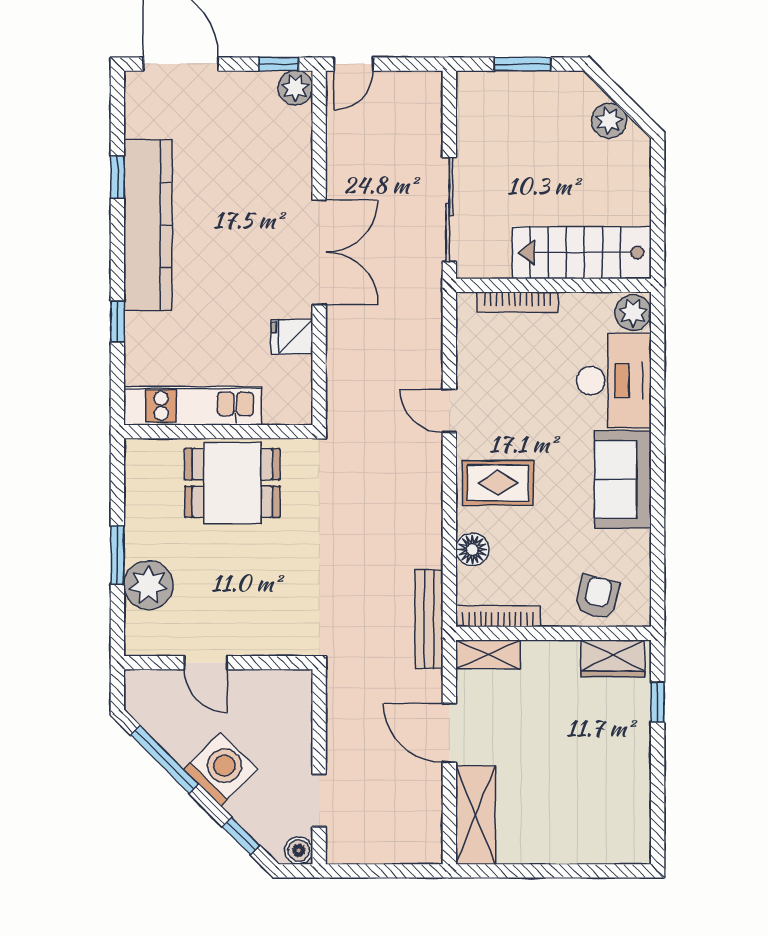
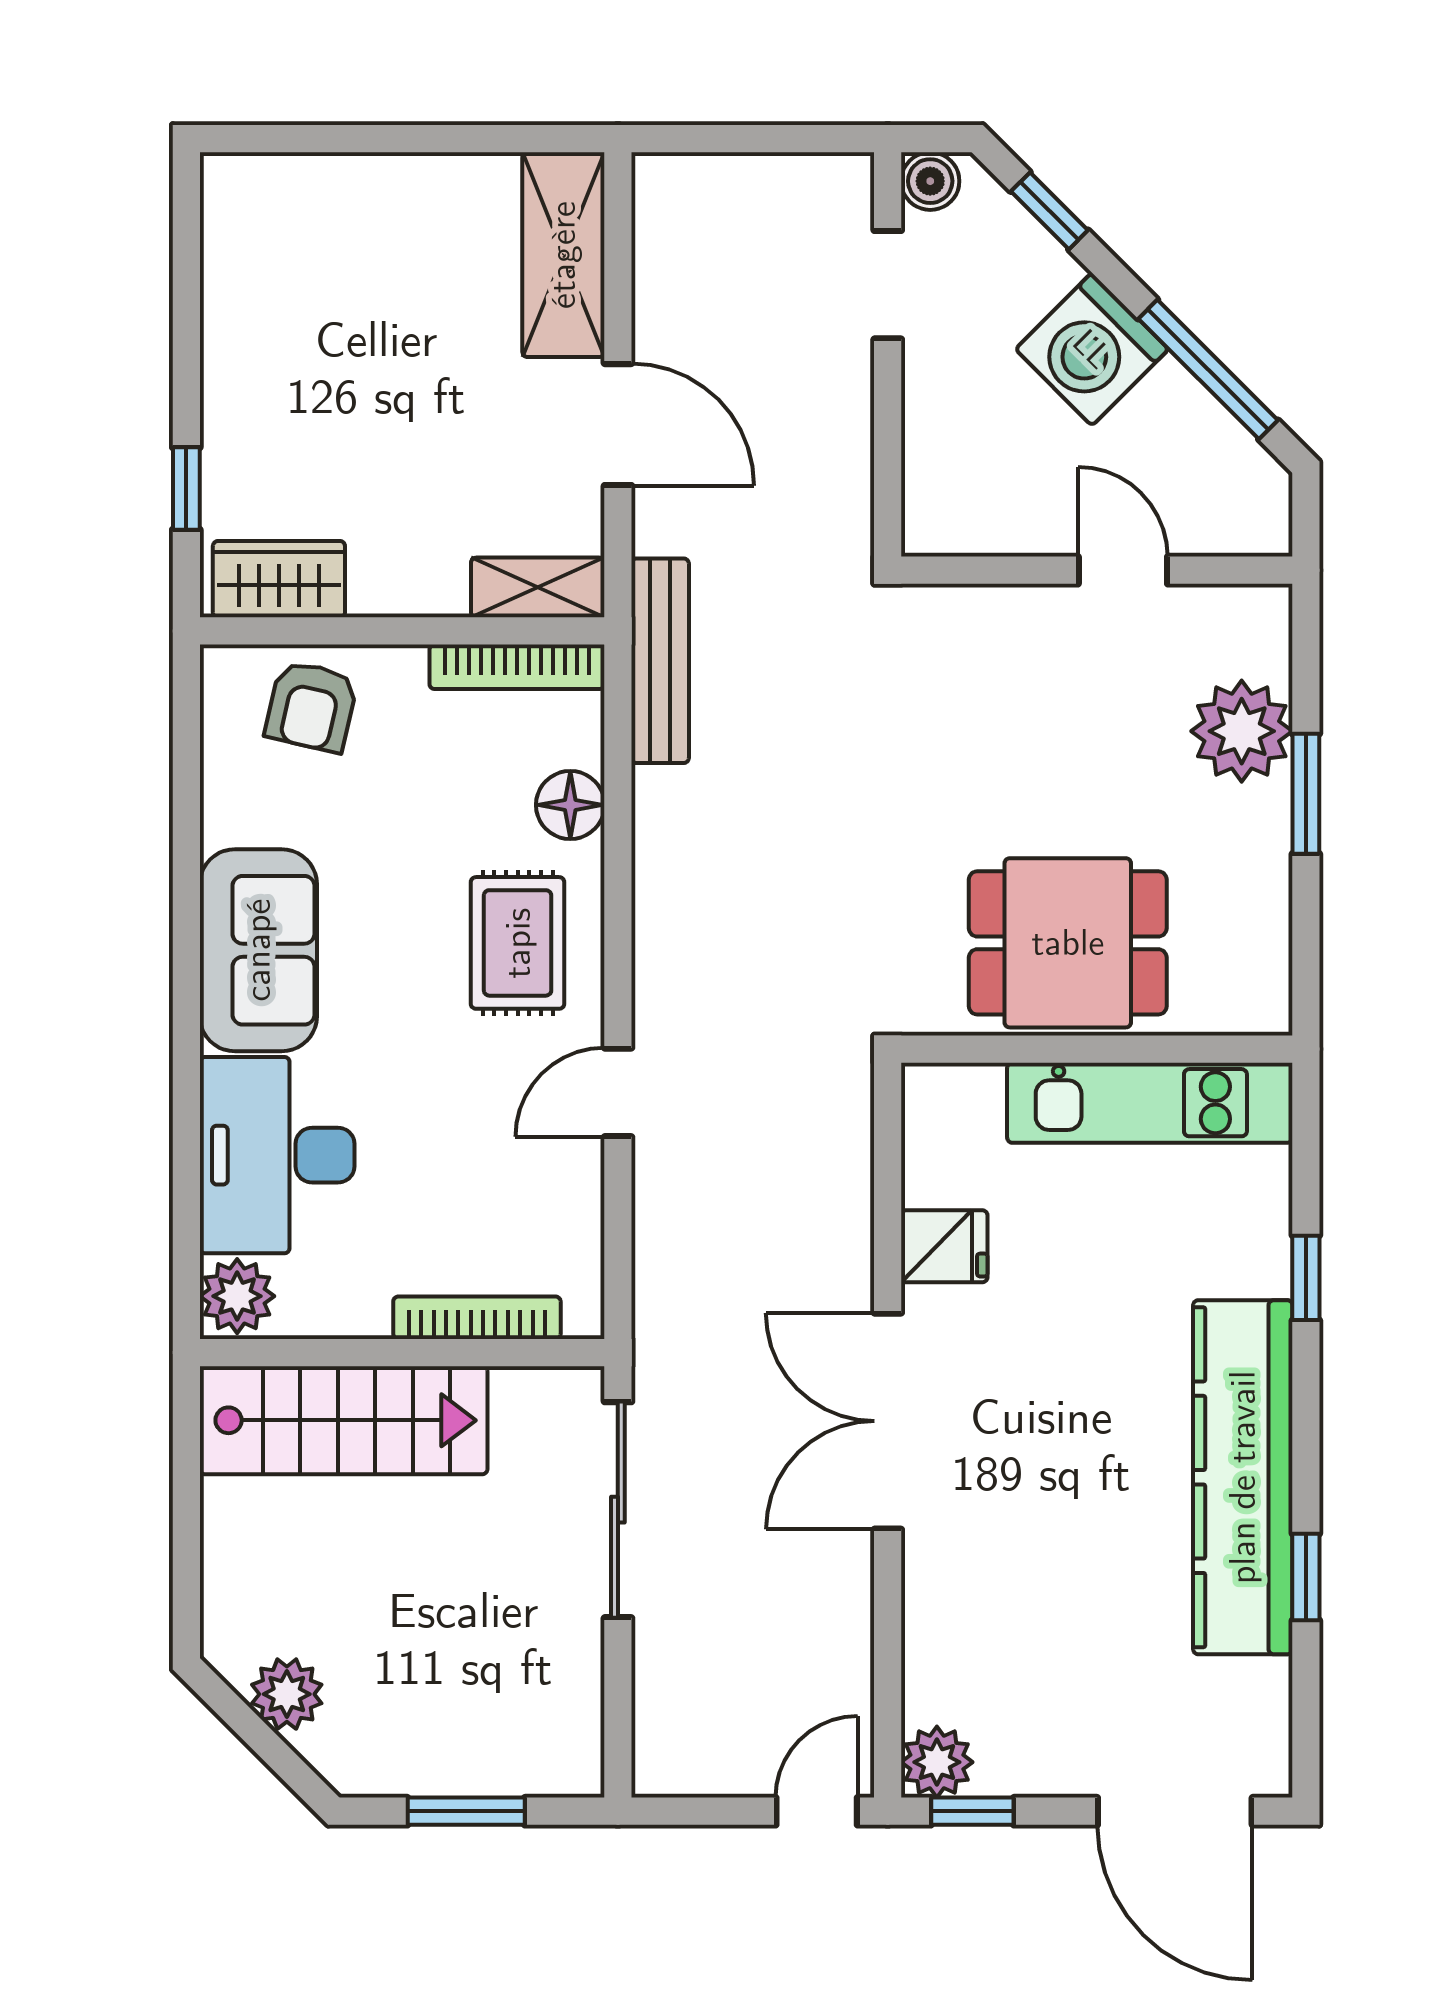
door: (449, 411) -> (618, 1092), swing flipped
rug: (498, 483) -> (518, 943), turned 90

